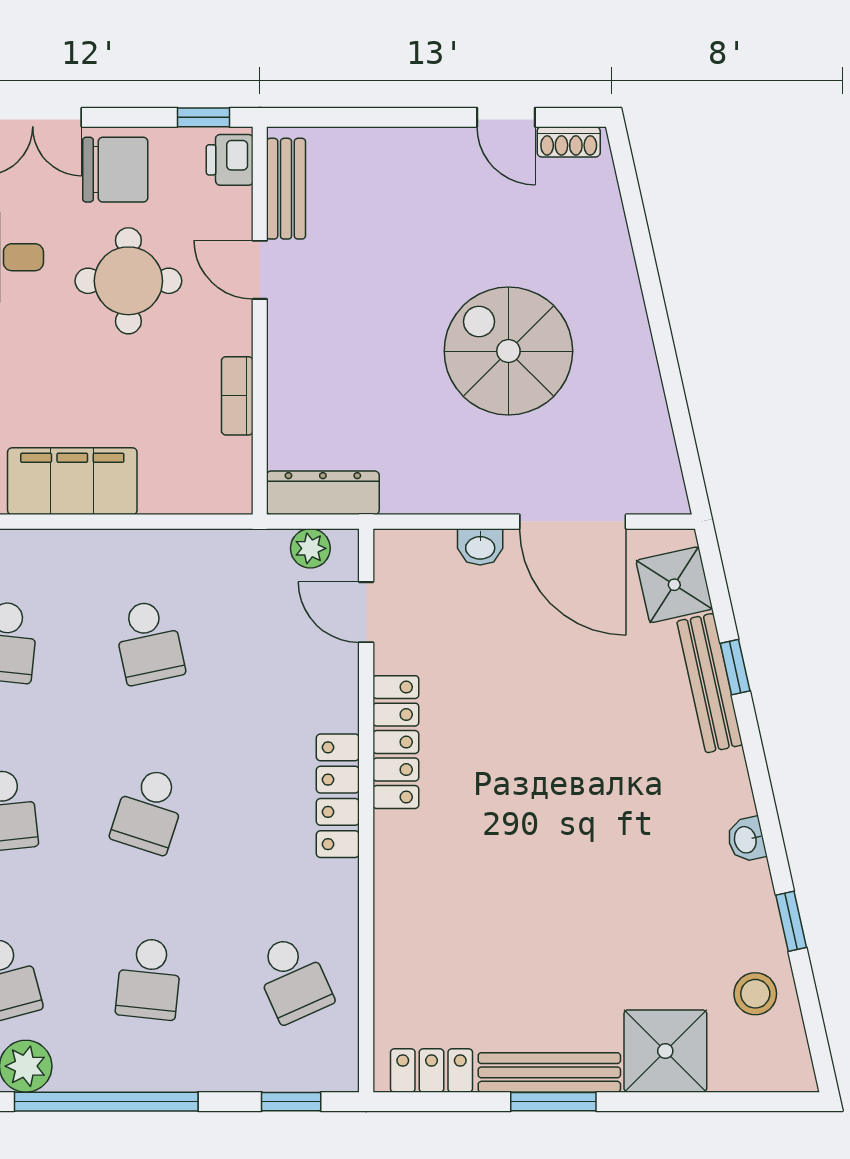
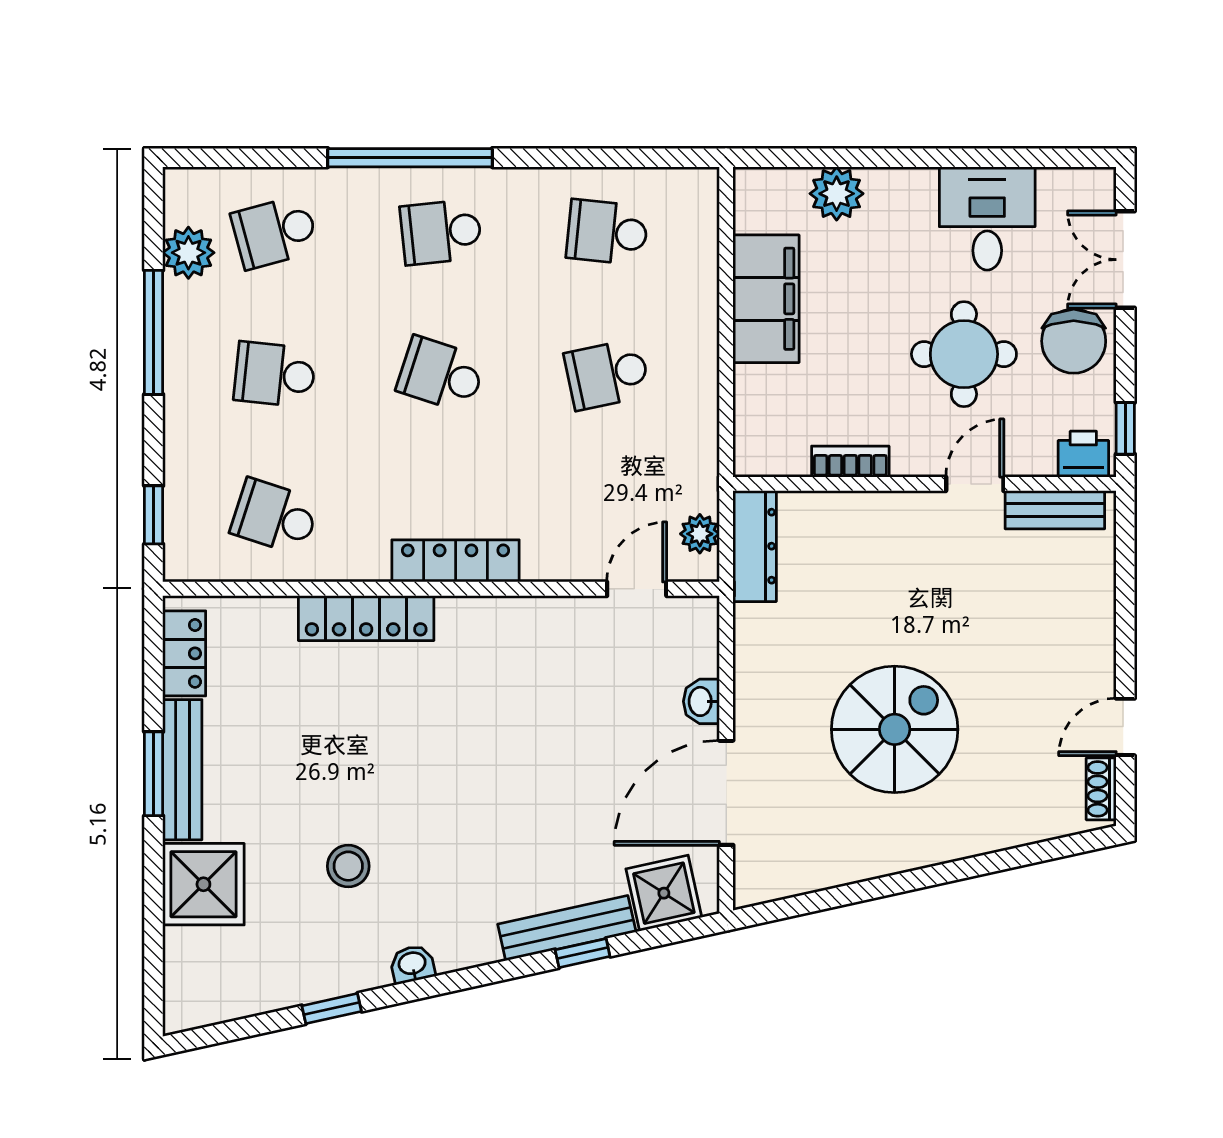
locker: (396, 742) -> (366, 618), moved
school desk: (293, 979) -> (275, 517), turned 42
stool: (755, 994) -> (348, 866), moved
window: (106, 1102) -> (154, 332), width x0.68

